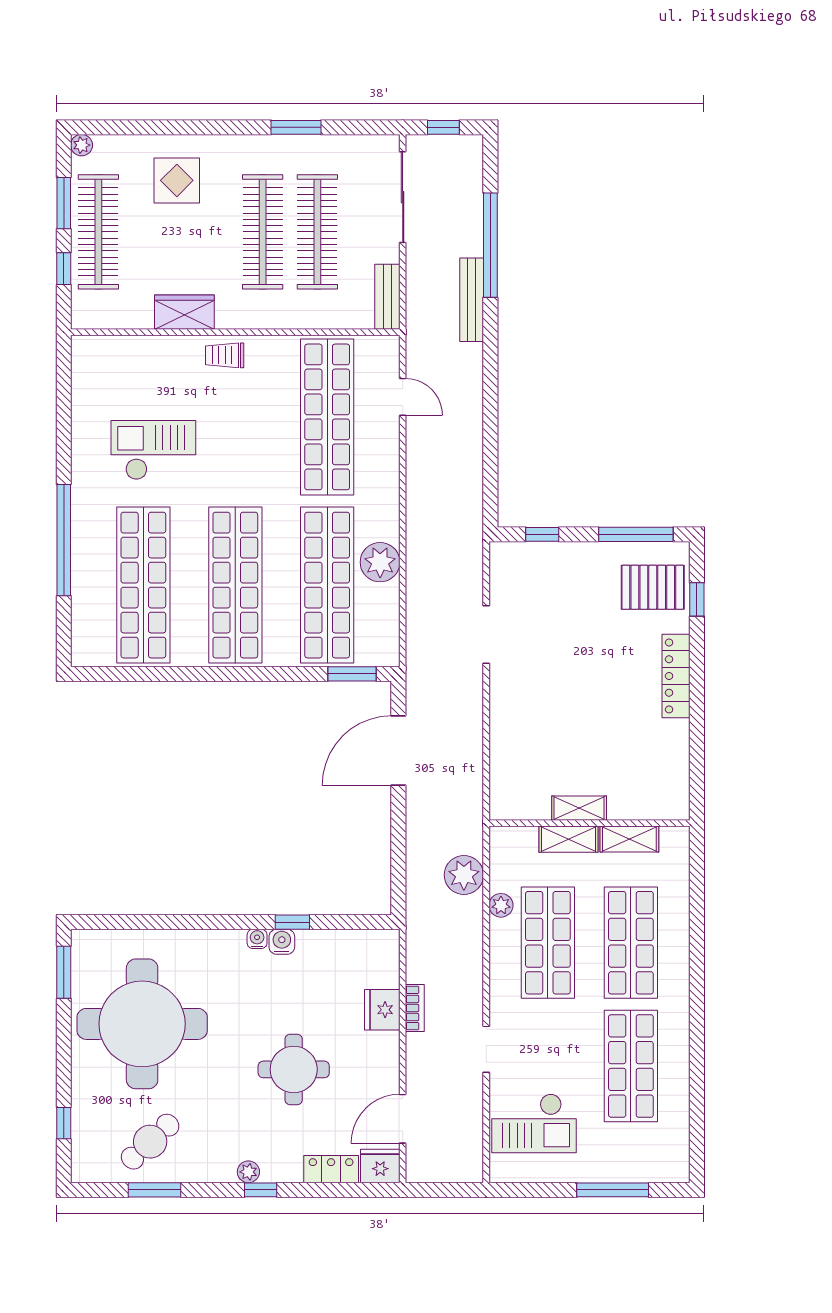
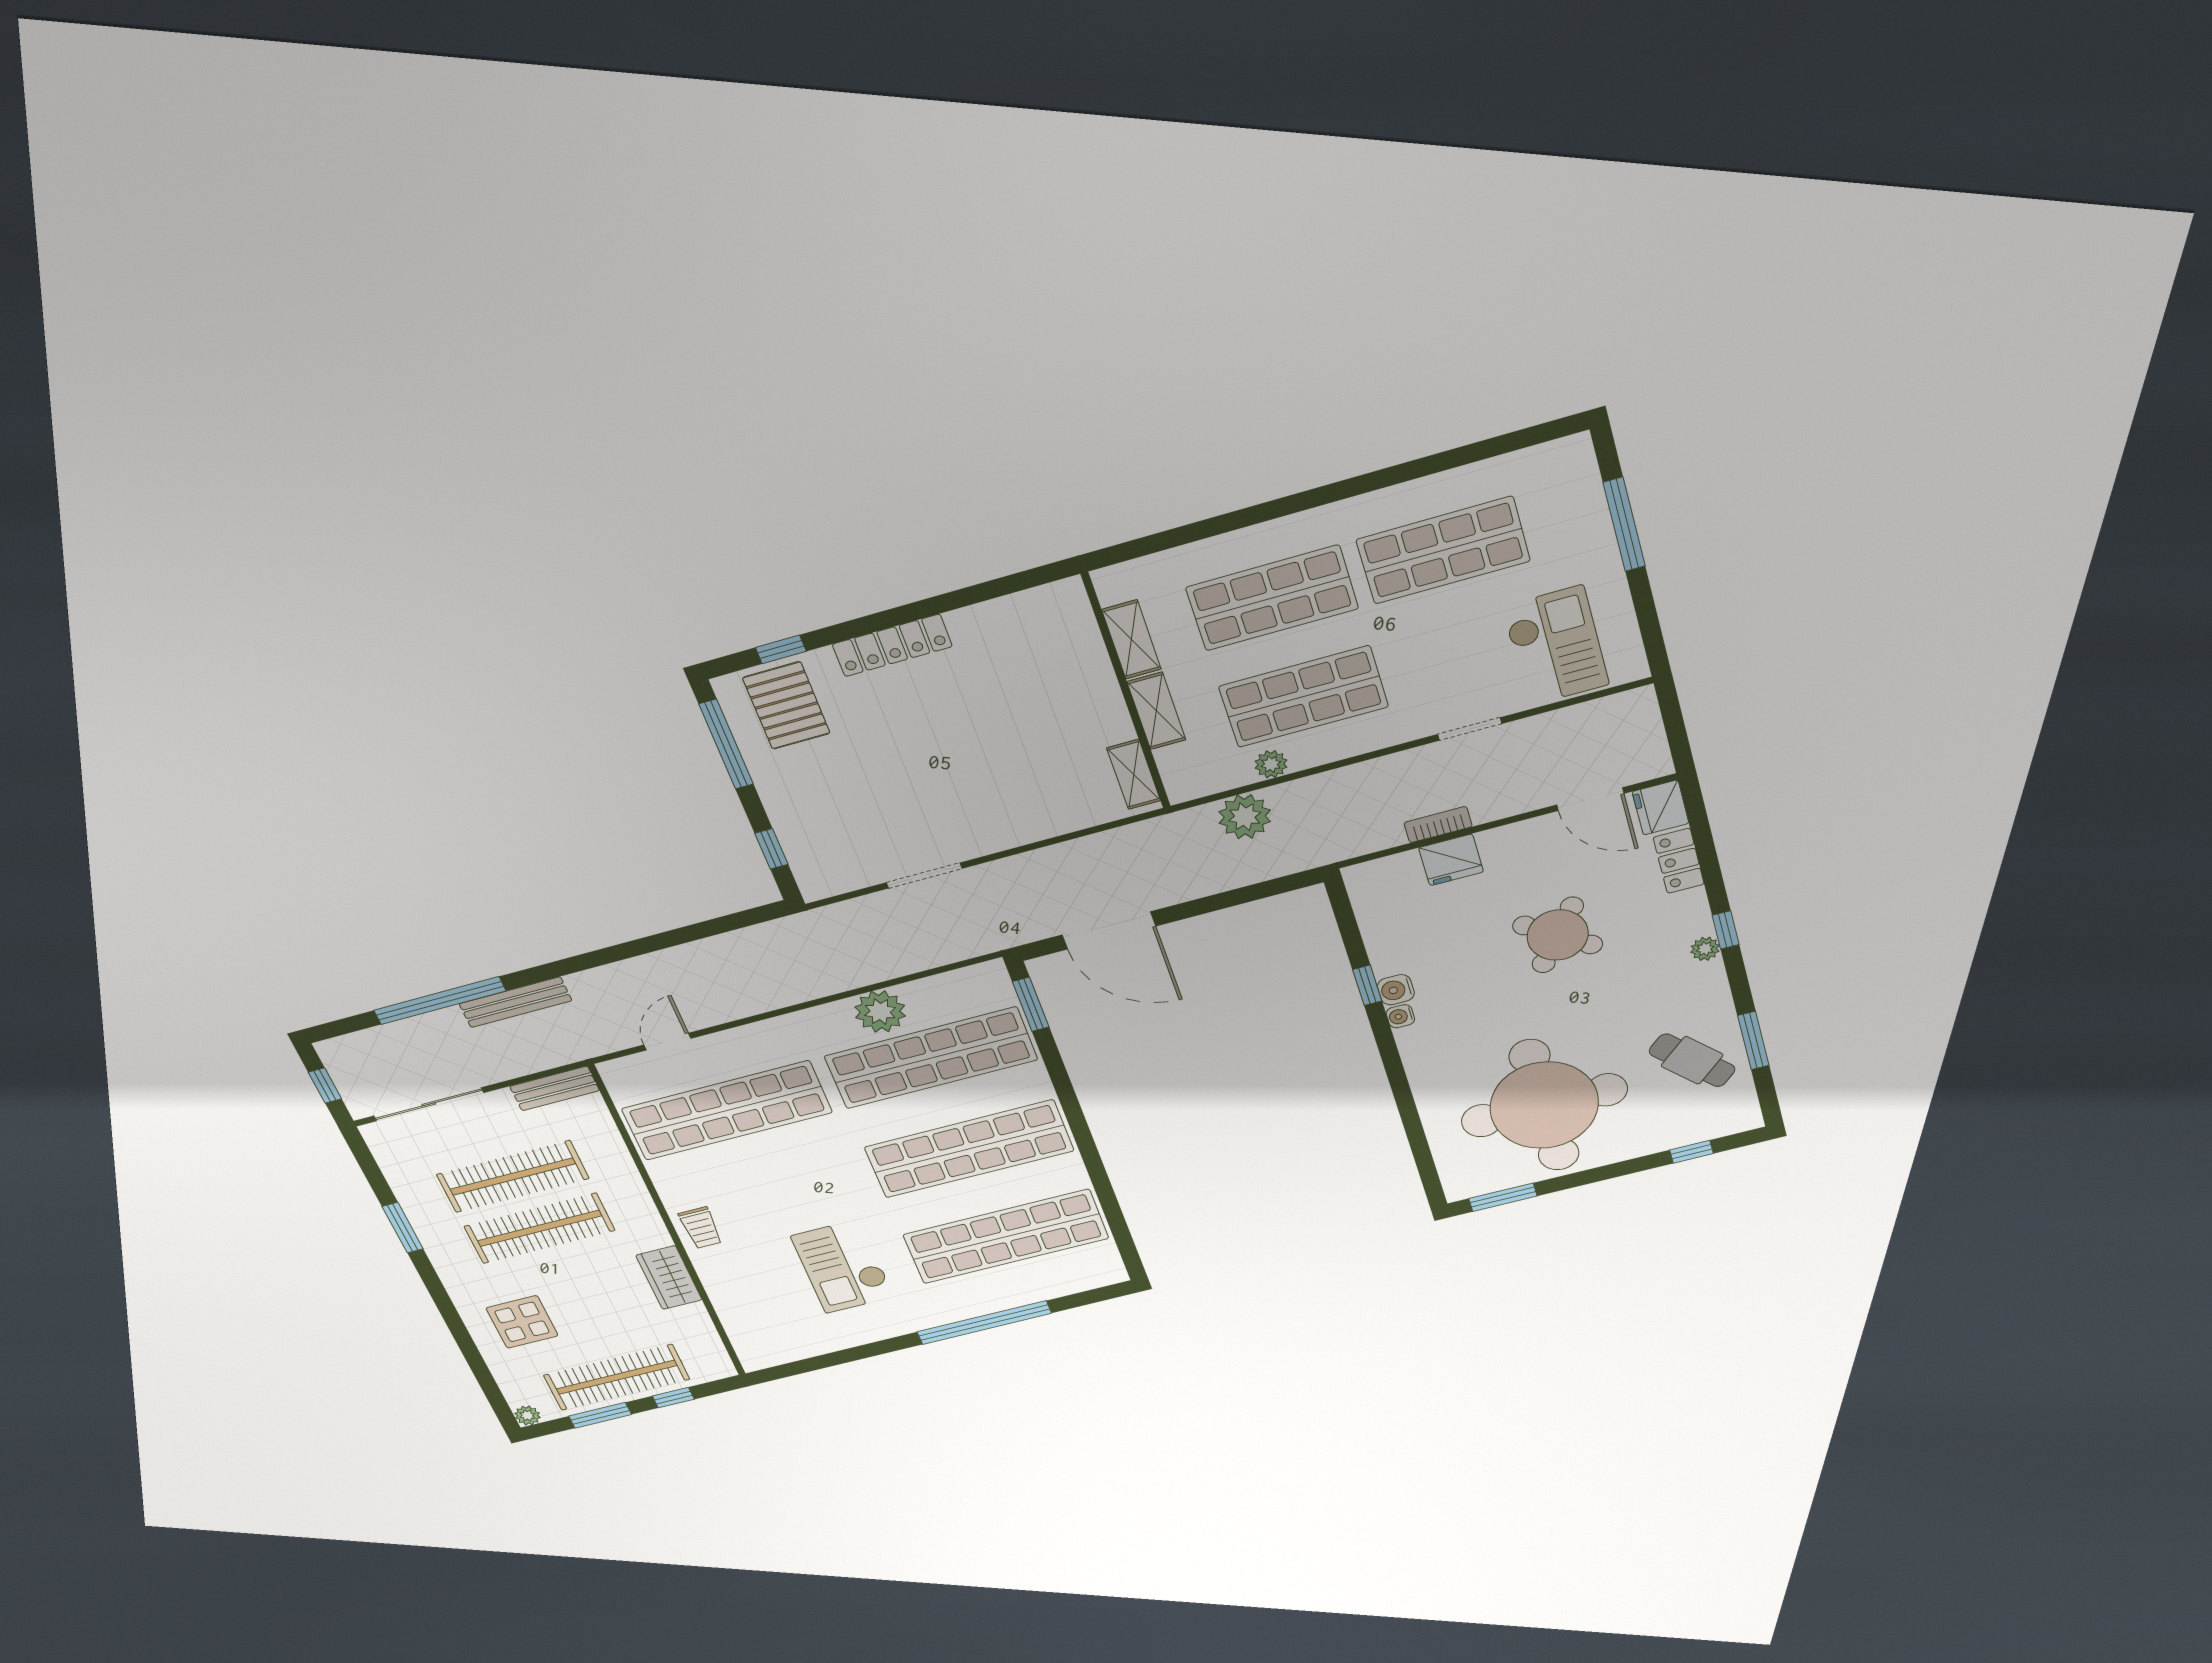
shelving: (579, 808) -> (1134, 774), moved
round table: (294, 1069) -> (1558, 935), turned 36

